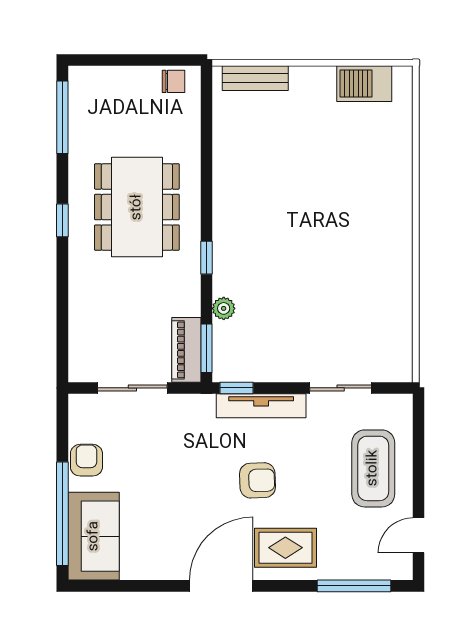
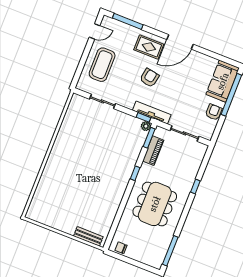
barbecue: (364, 84) -> (46, 217), removed
window: (62, 220) -> (195, 187), moved
plant: (224, 308) -> (146, 126), moved
piano: (186, 350) -> (153, 151), moved
tv unit: (261, 406) -> (152, 113), moved
armchair: (86, 460) -> (214, 112), turned 180
armchair: (257, 480) -> (149, 78), turned 102

